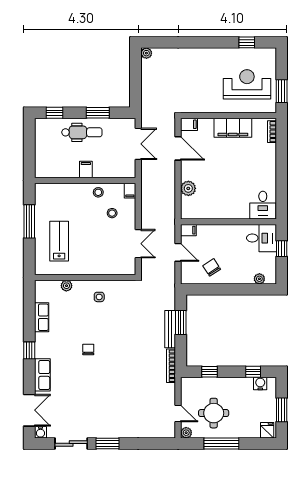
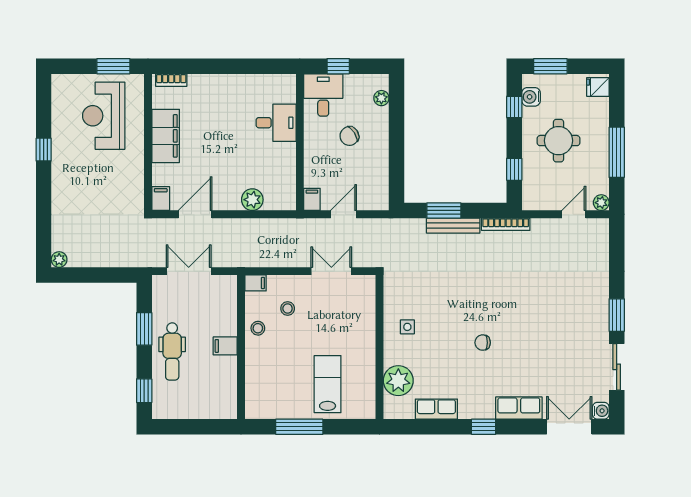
window: (247, 42) -> (44, 150), moved
dental chair: (82, 132) -> (172, 352), turned 180
desk: (263, 205) -> (276, 123), moved
lab bench: (59, 241) -> (328, 384), turned 90
chair: (212, 267) -> (349, 136), moved
plant: (66, 286) -> (398, 381), width x1.88, depth x1.88
window: (282, 410) -> (550, 66), moved
round table: (214, 413) -> (558, 141), moved

